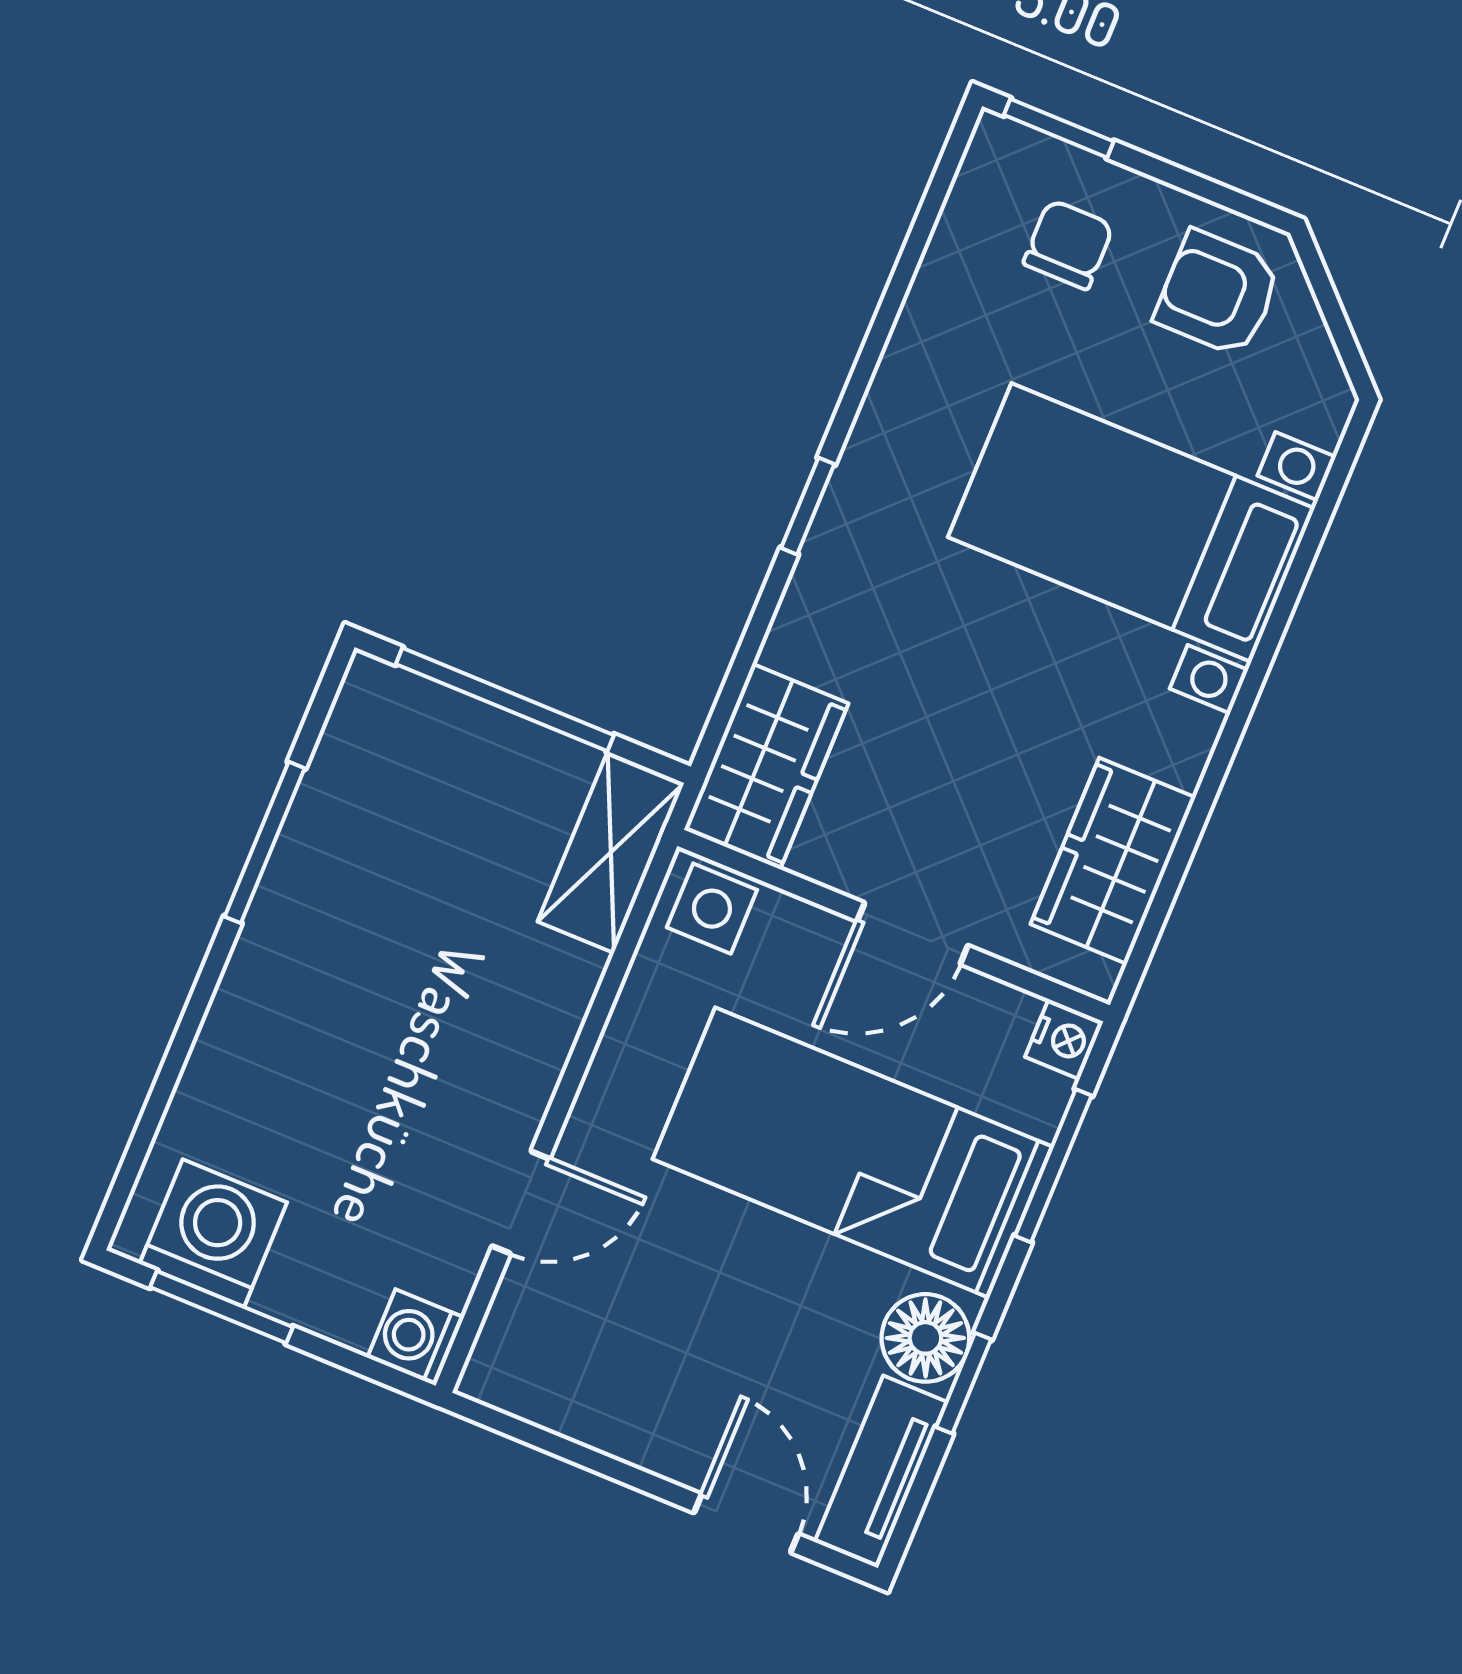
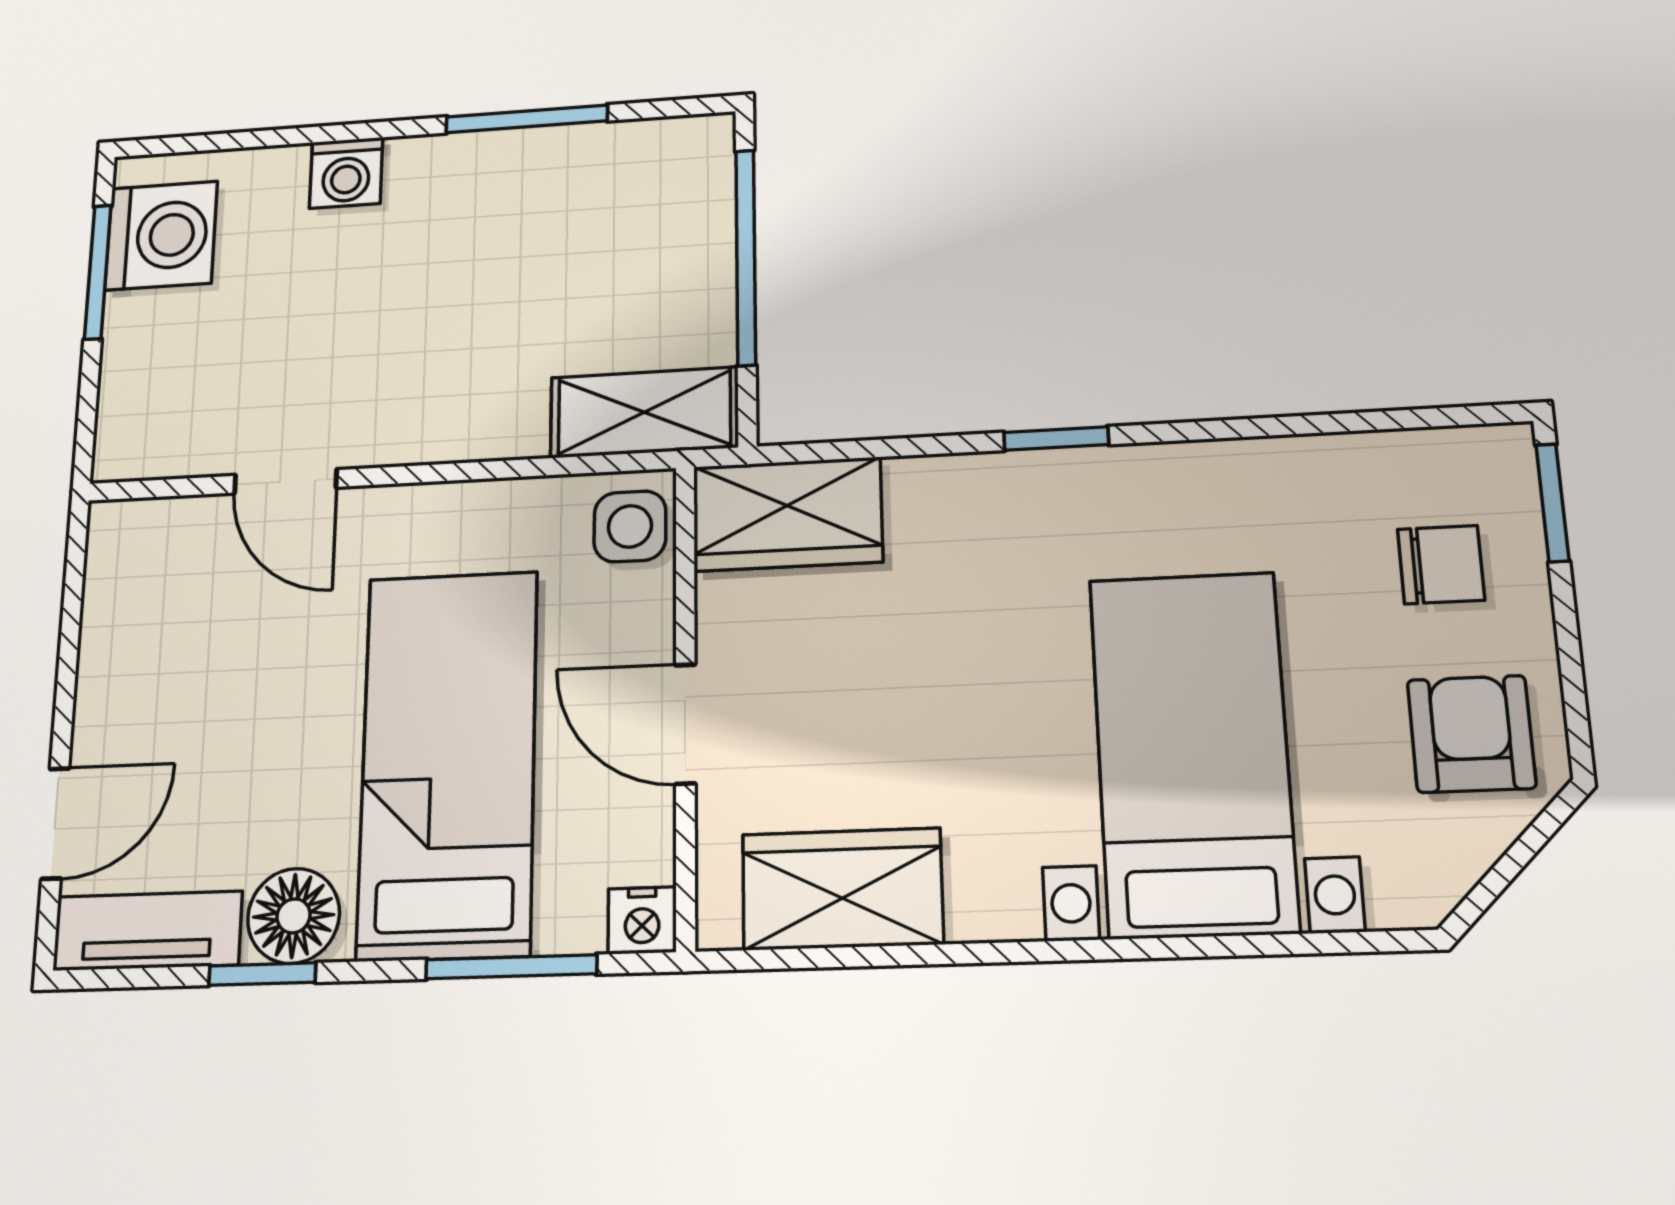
washing machine: (416, 1338) -> (346, 173), moved, turned 180

